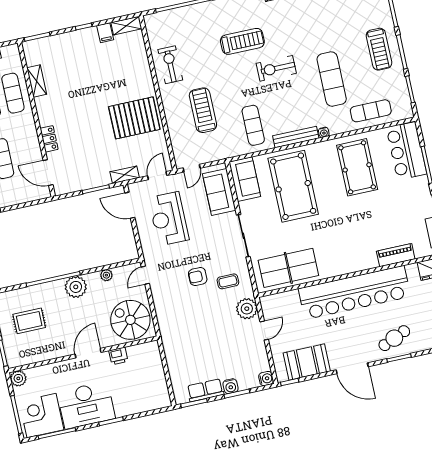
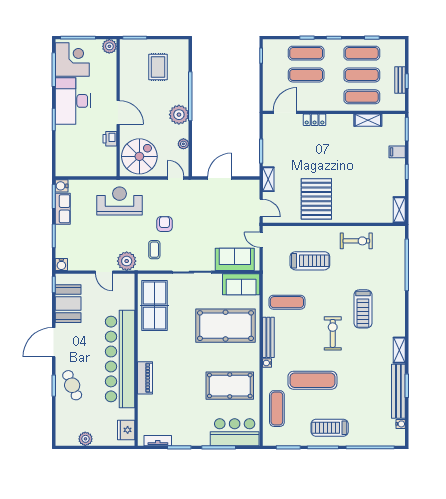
filing cabinet: (105, 33) -> (397, 152), moved
door: (130, 205) -> (220, 178), moved
reception desk: (169, 219) -> (120, 201), moved
piano: (396, 255) -> (145, 378), moved
water cooler: (231, 386) -> (62, 186), moved

